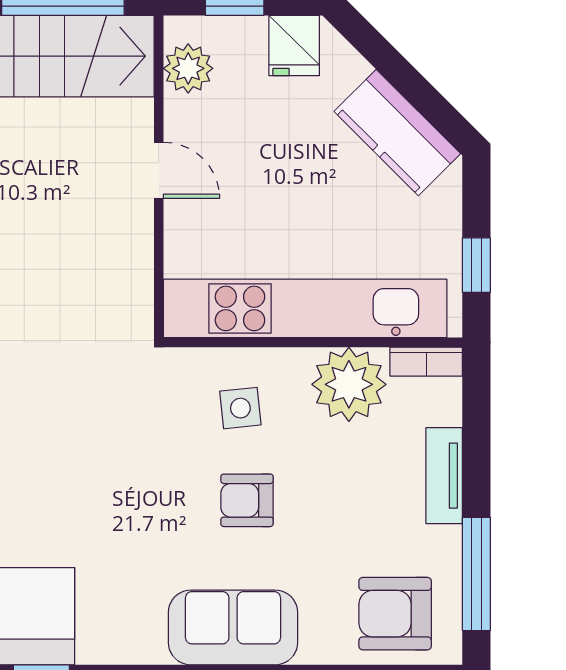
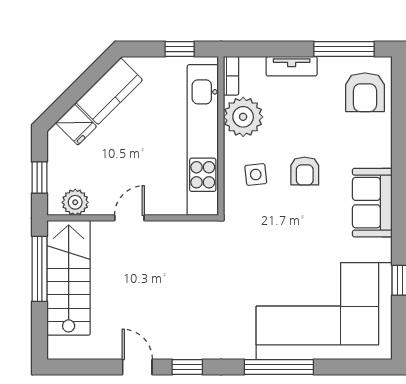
fridge: (294, 46) -> (76, 125), moved, turned 45
sofa: (233, 627) -> (372, 203), moved

